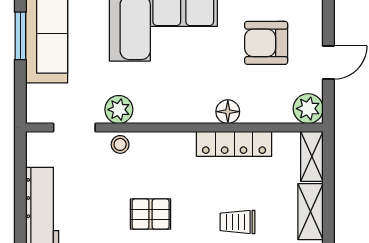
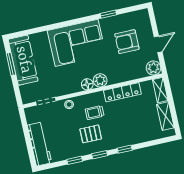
plant: (119, 110) -> (100, 80), moved
floor lamp: (228, 112) -> (87, 84), moved
trolley: (238, 222) -> (95, 113), moved

